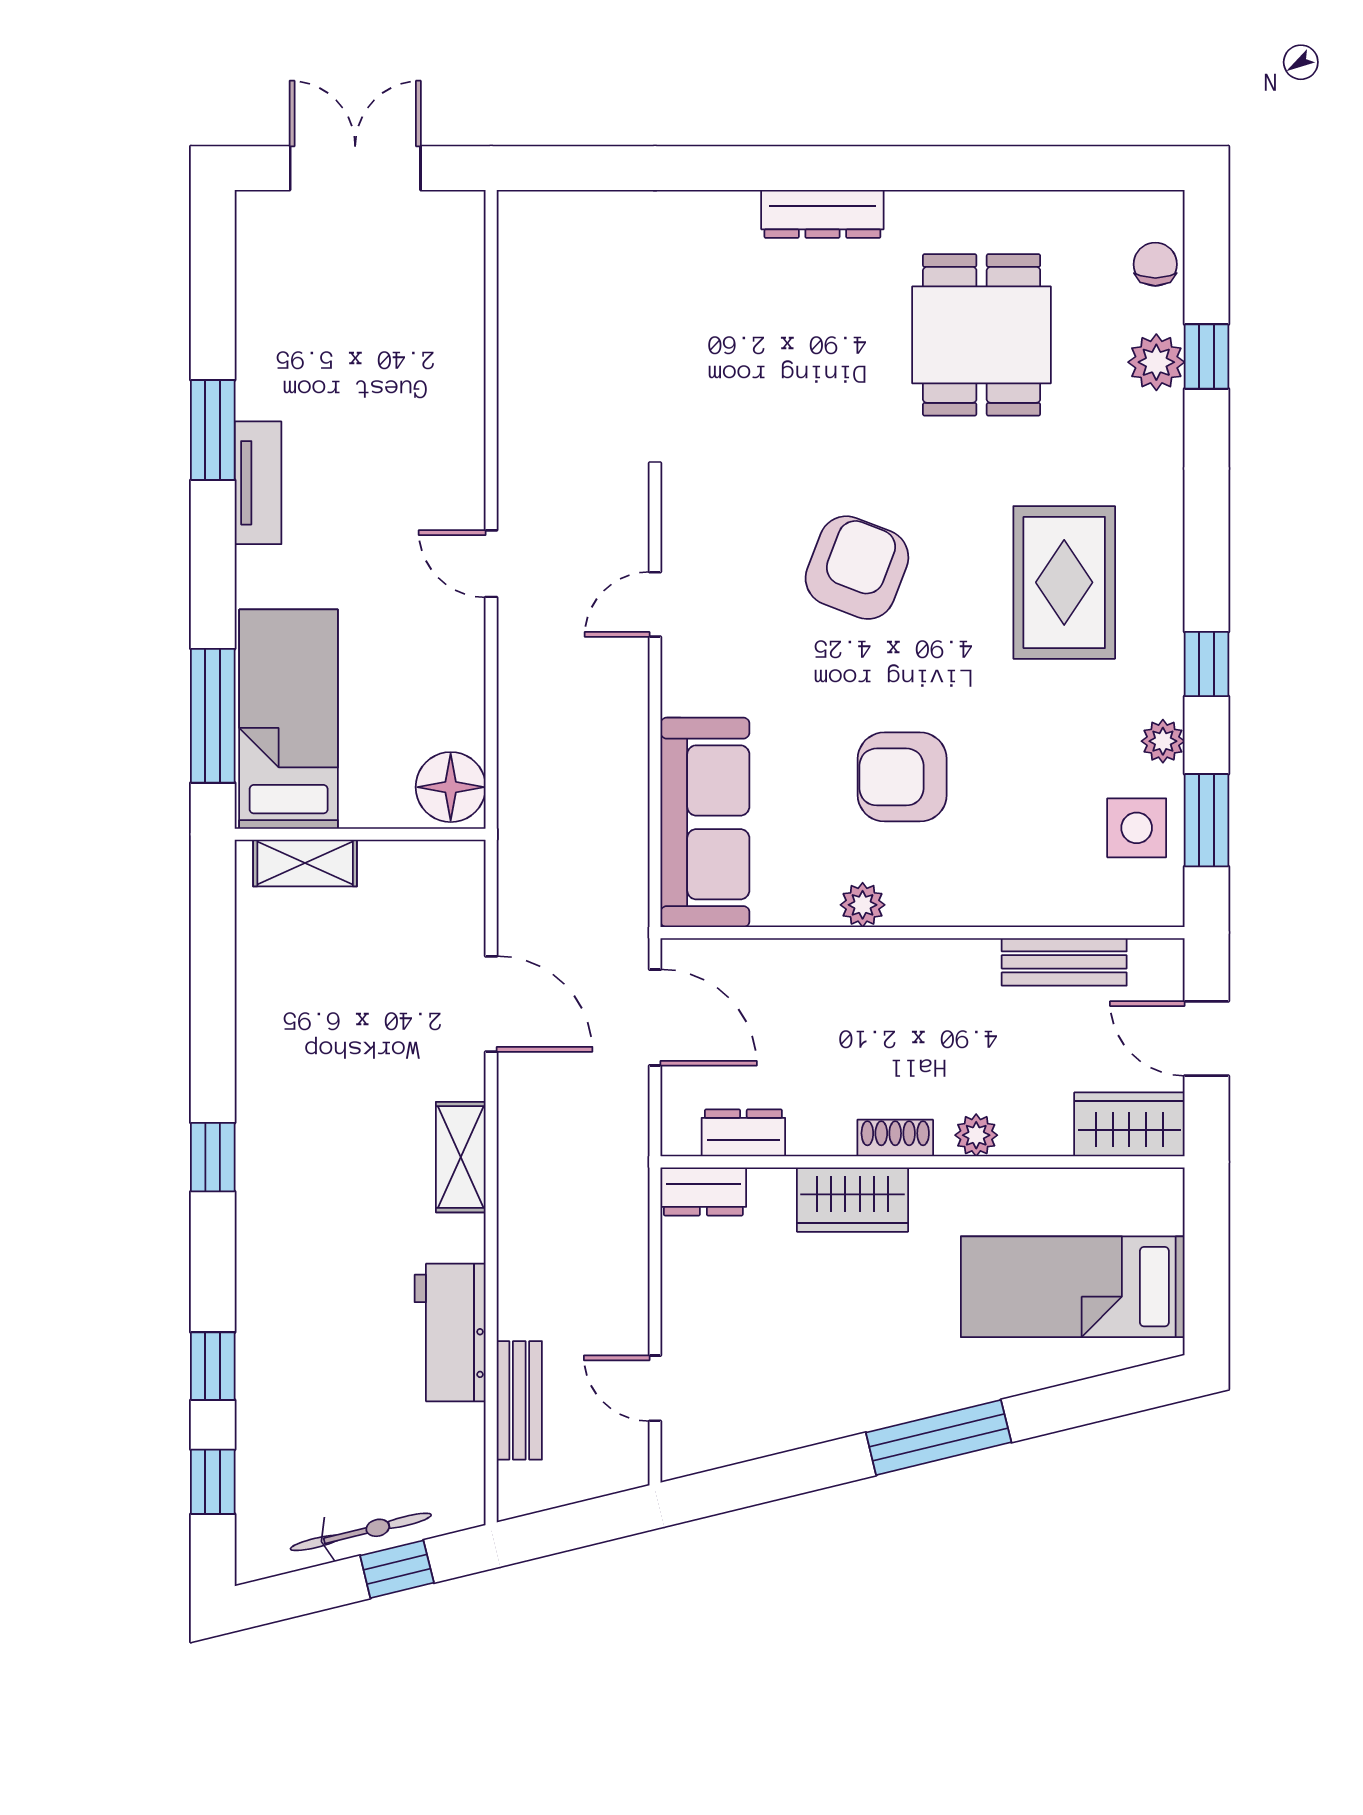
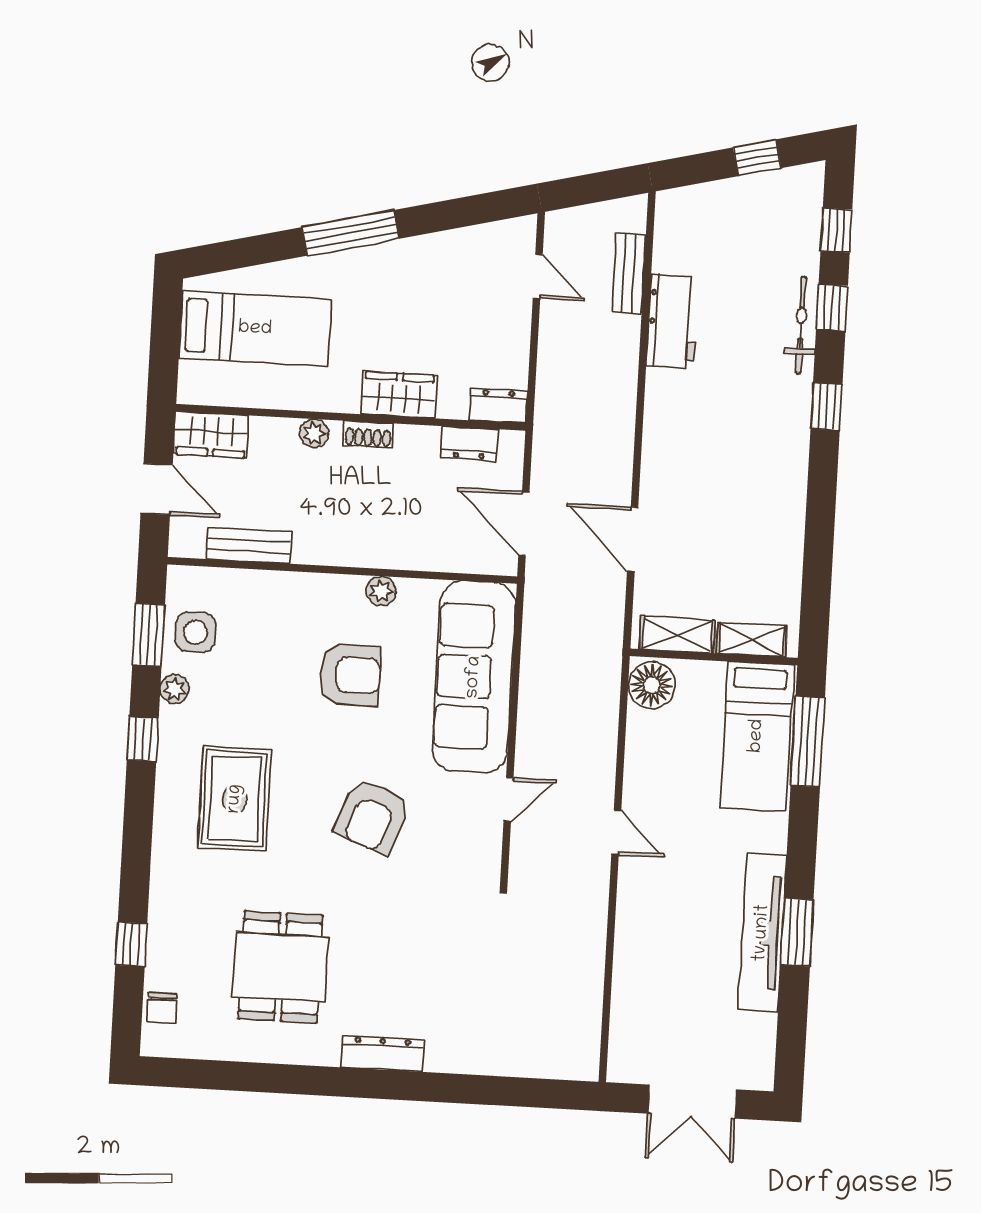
plant: (1156, 362) -> (165, 942), removed
tv unit: (258, 483) -> (762, 933), width x1.92, depth x1.29
sofa: (705, 822) -> (474, 677), width x1.36, depth x1.27
window: (213, 1157) -> (826, 406), moved
shelving: (461, 1157) -> (677, 635), moved, turned 90
bicycle: (361, 1532) -> (801, 325), moved, turned 104
window: (397, 1569) -> (757, 158), moved

